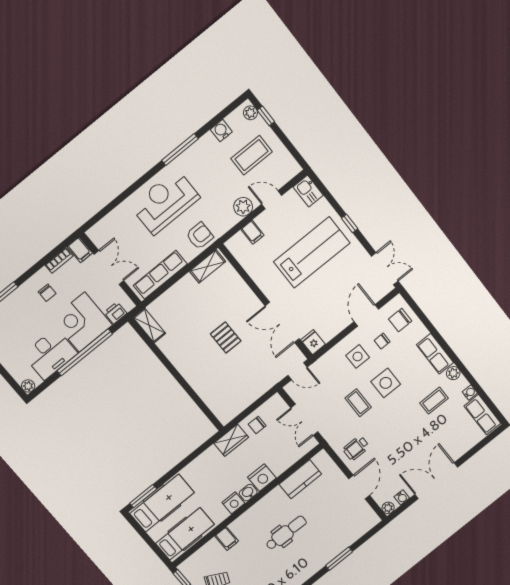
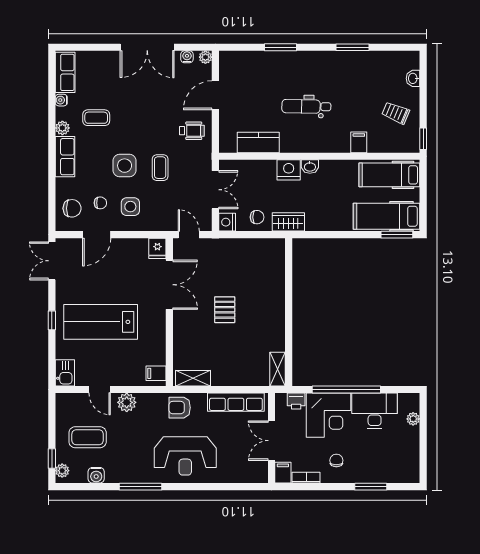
filing cabinet: (252, 232) -> (156, 373), moved, turned -90
plant: (28, 386) -> (413, 419), moved
nightstand: (233, 503) -> (227, 222), moved, turned -90

